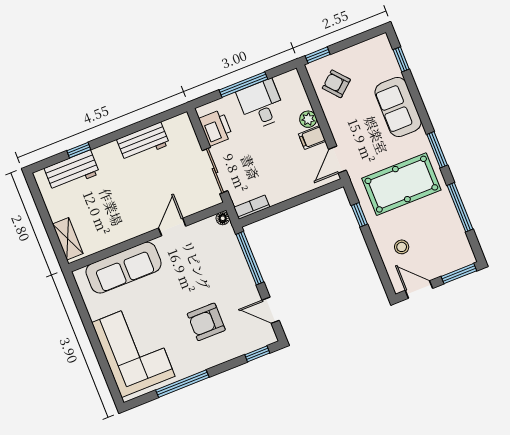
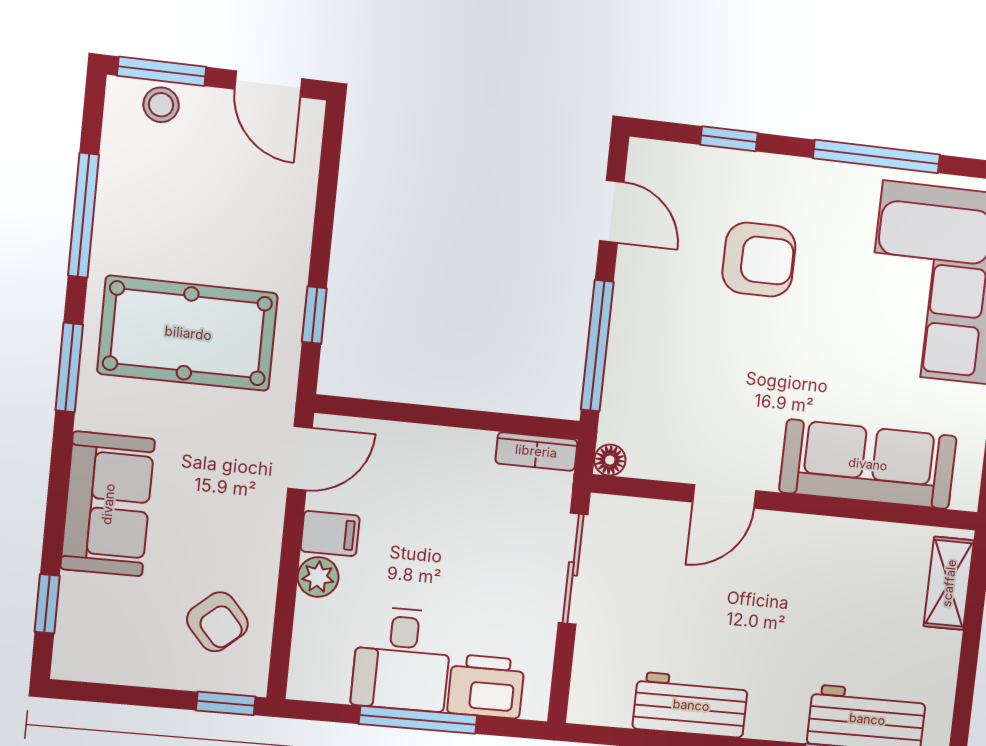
printer: (216, 128) -> (486, 686), moved, turned 90
stool: (402, 247) -> (161, 105), moved
window: (257, 354) -> (729, 139), moved

